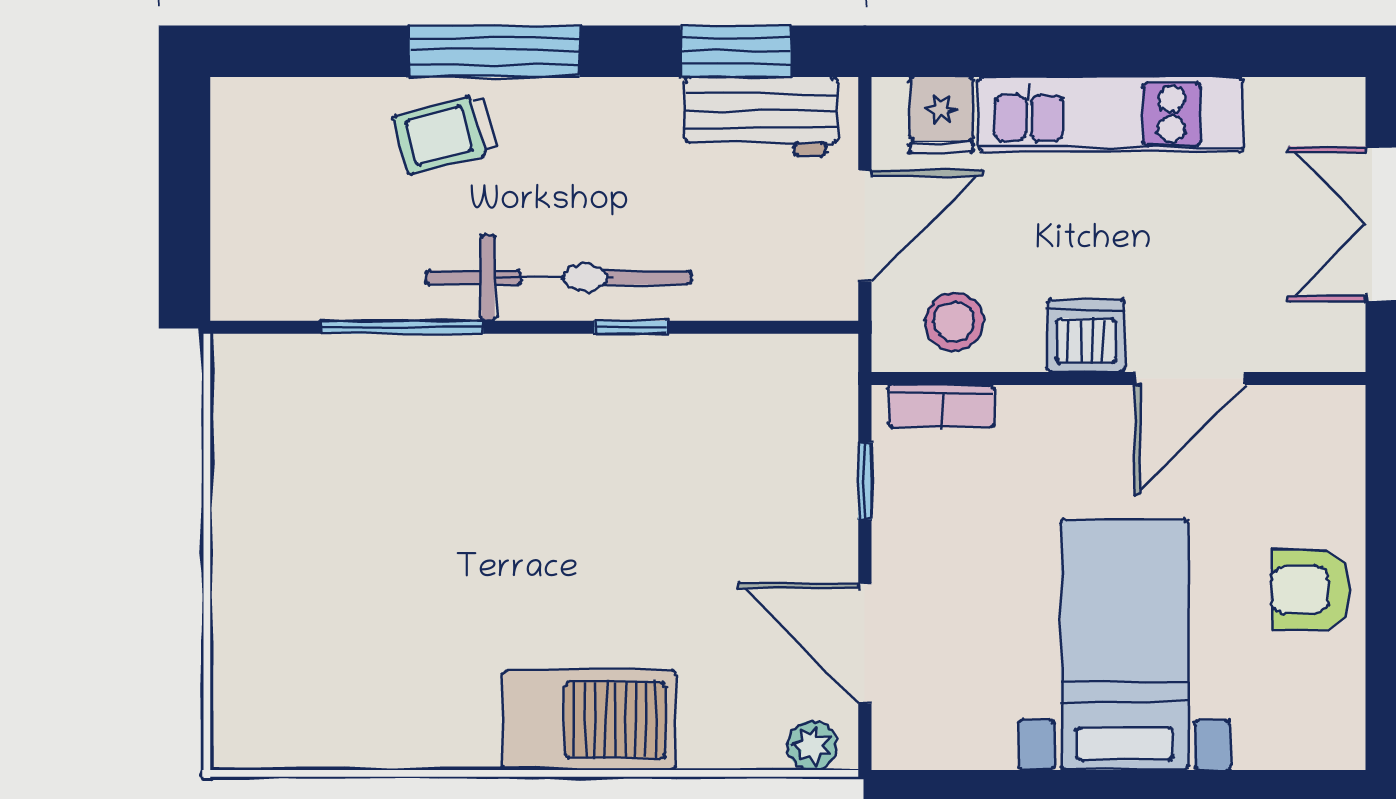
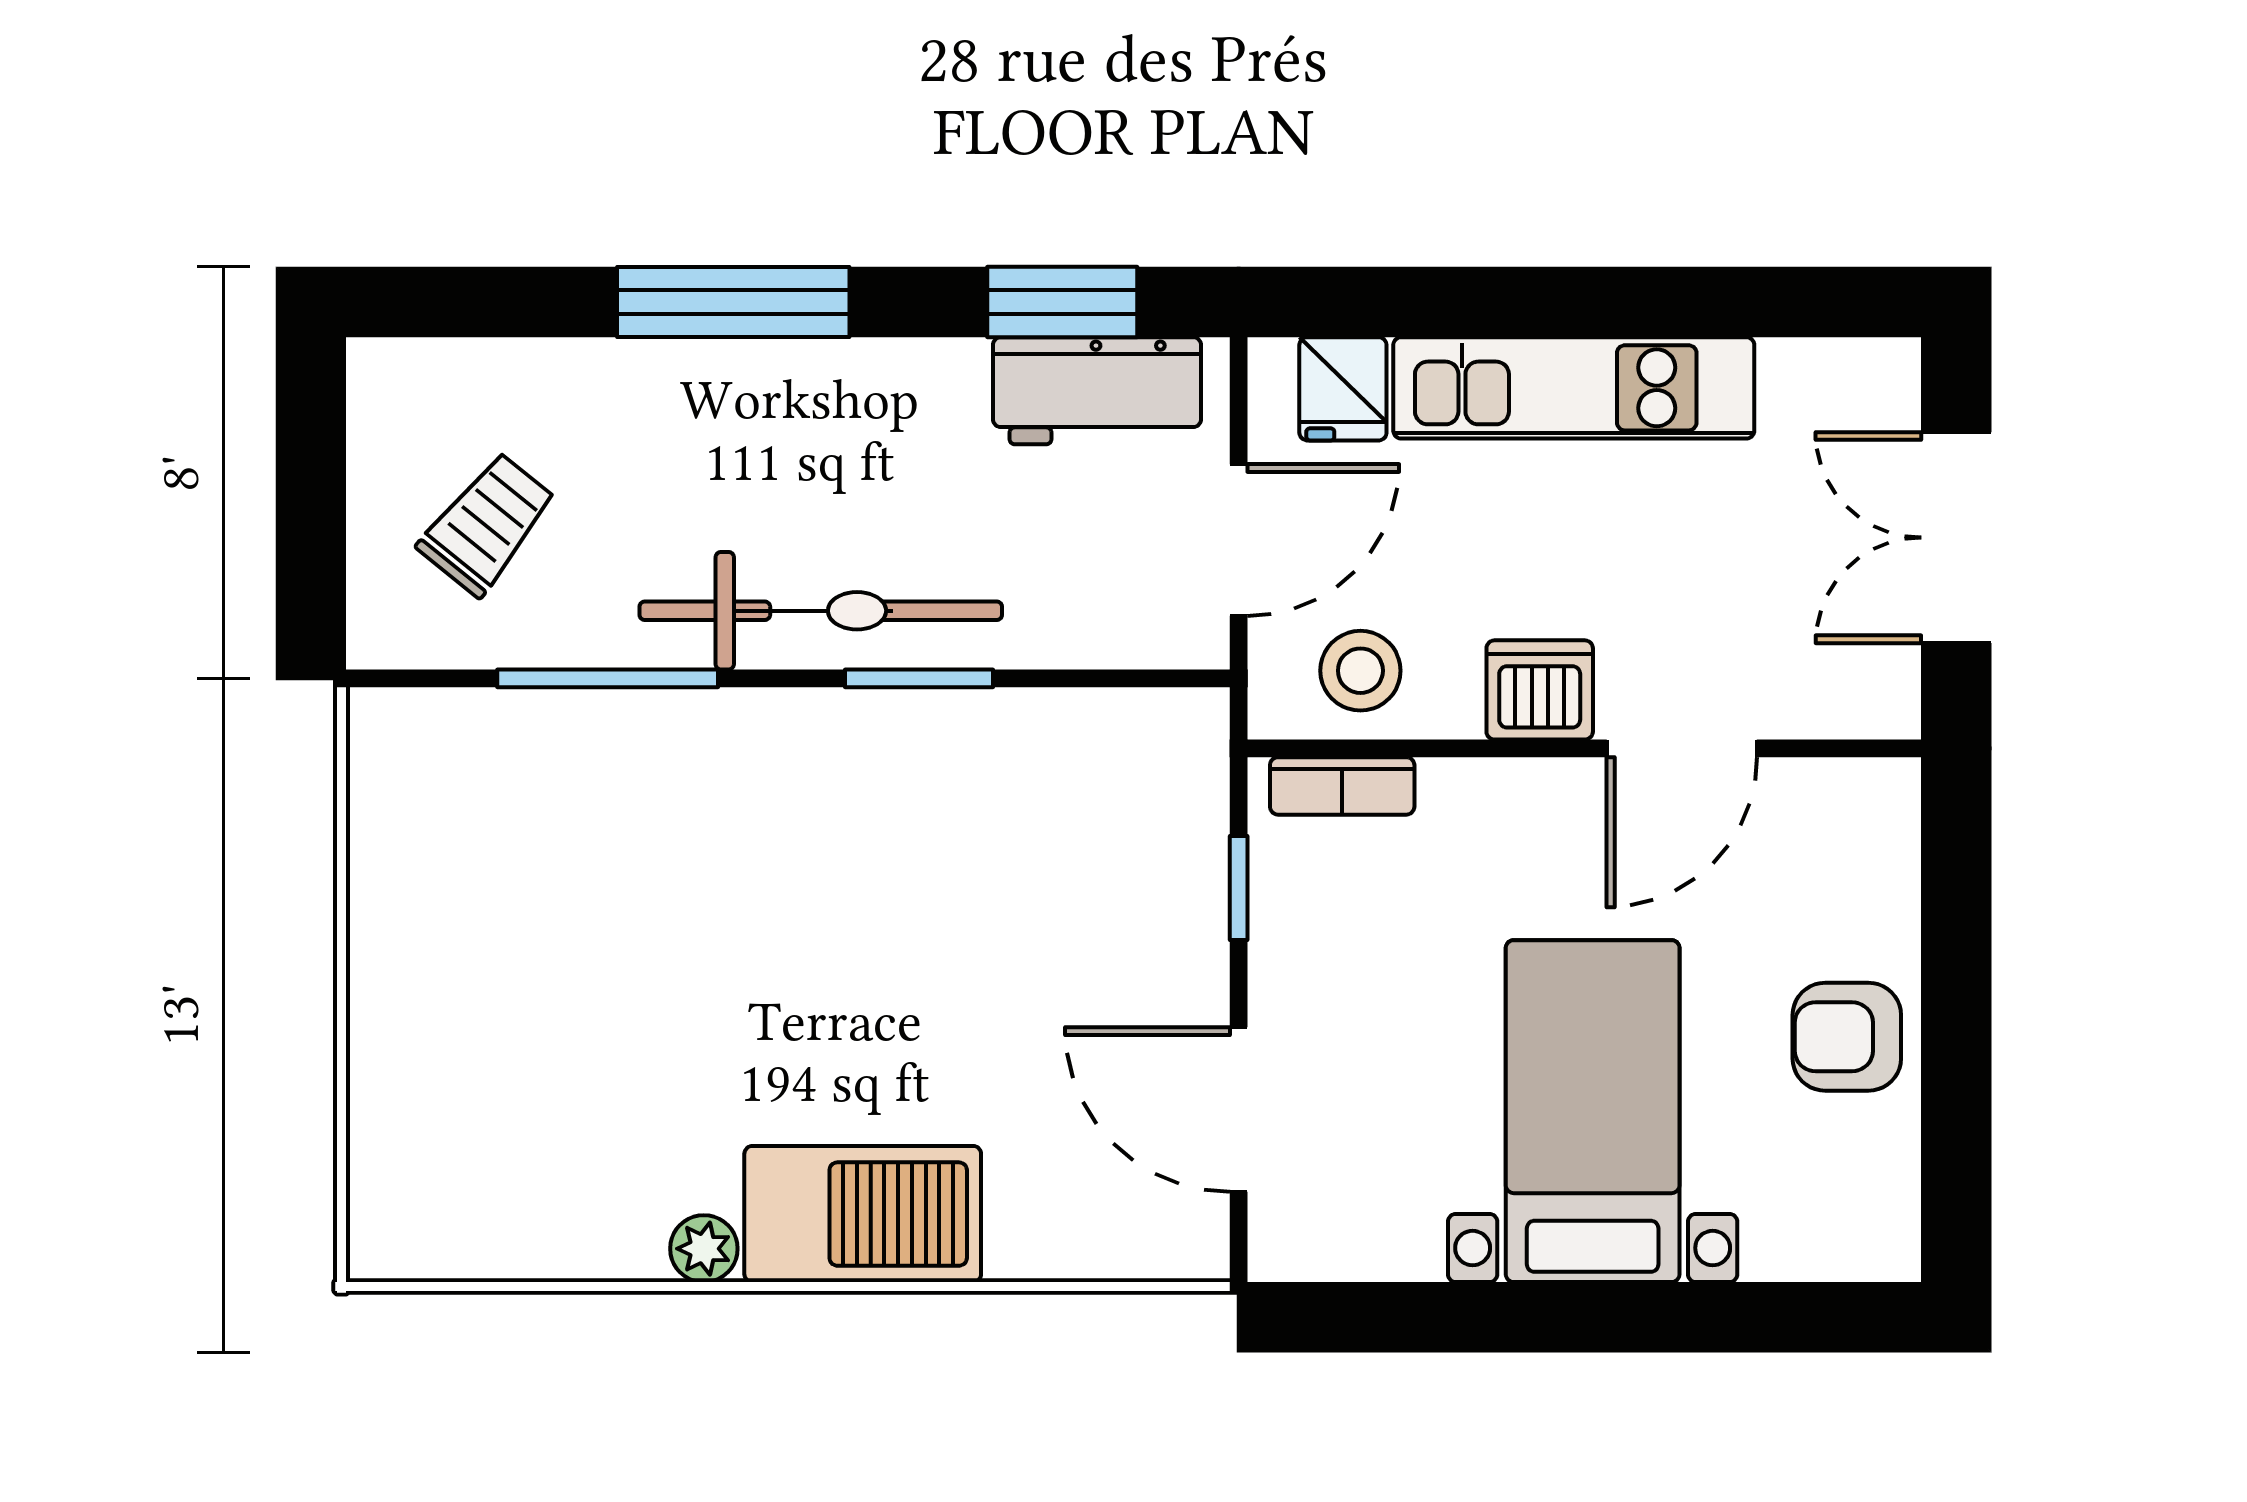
trolley: (445, 134) -> (487, 524), moved, turned 144
window: (631, 327) -> (919, 678), width x1.50
plant: (812, 745) -> (704, 1249), moved

